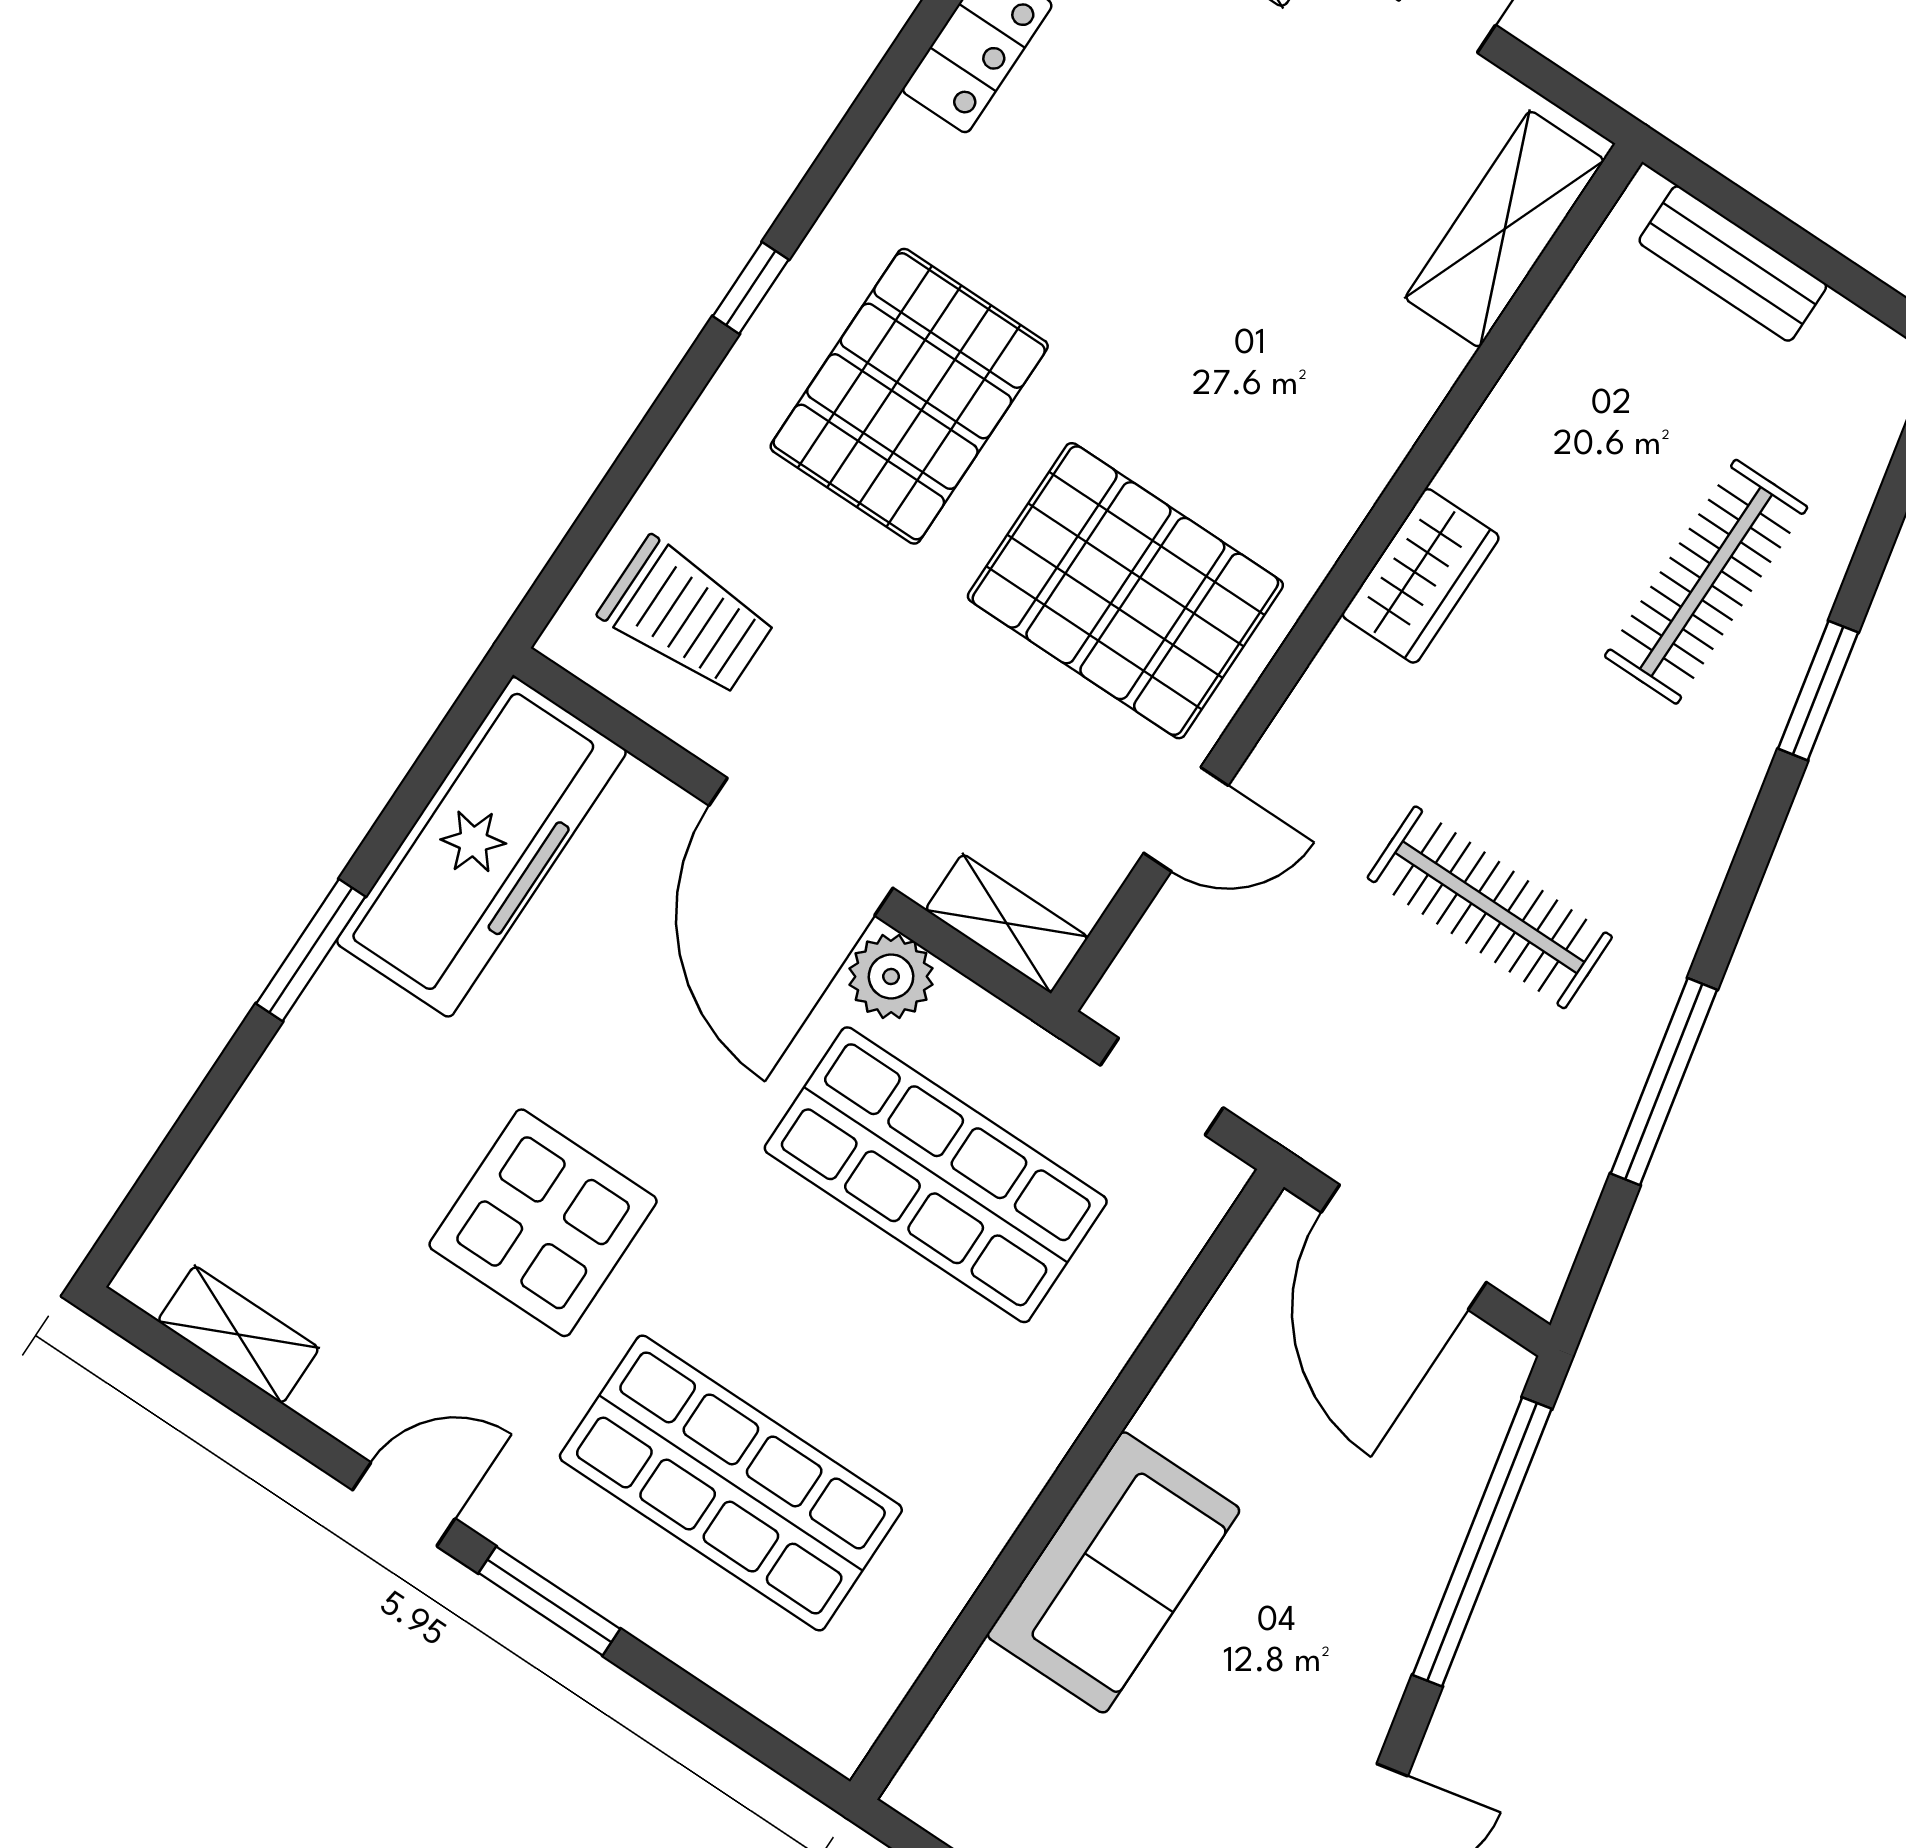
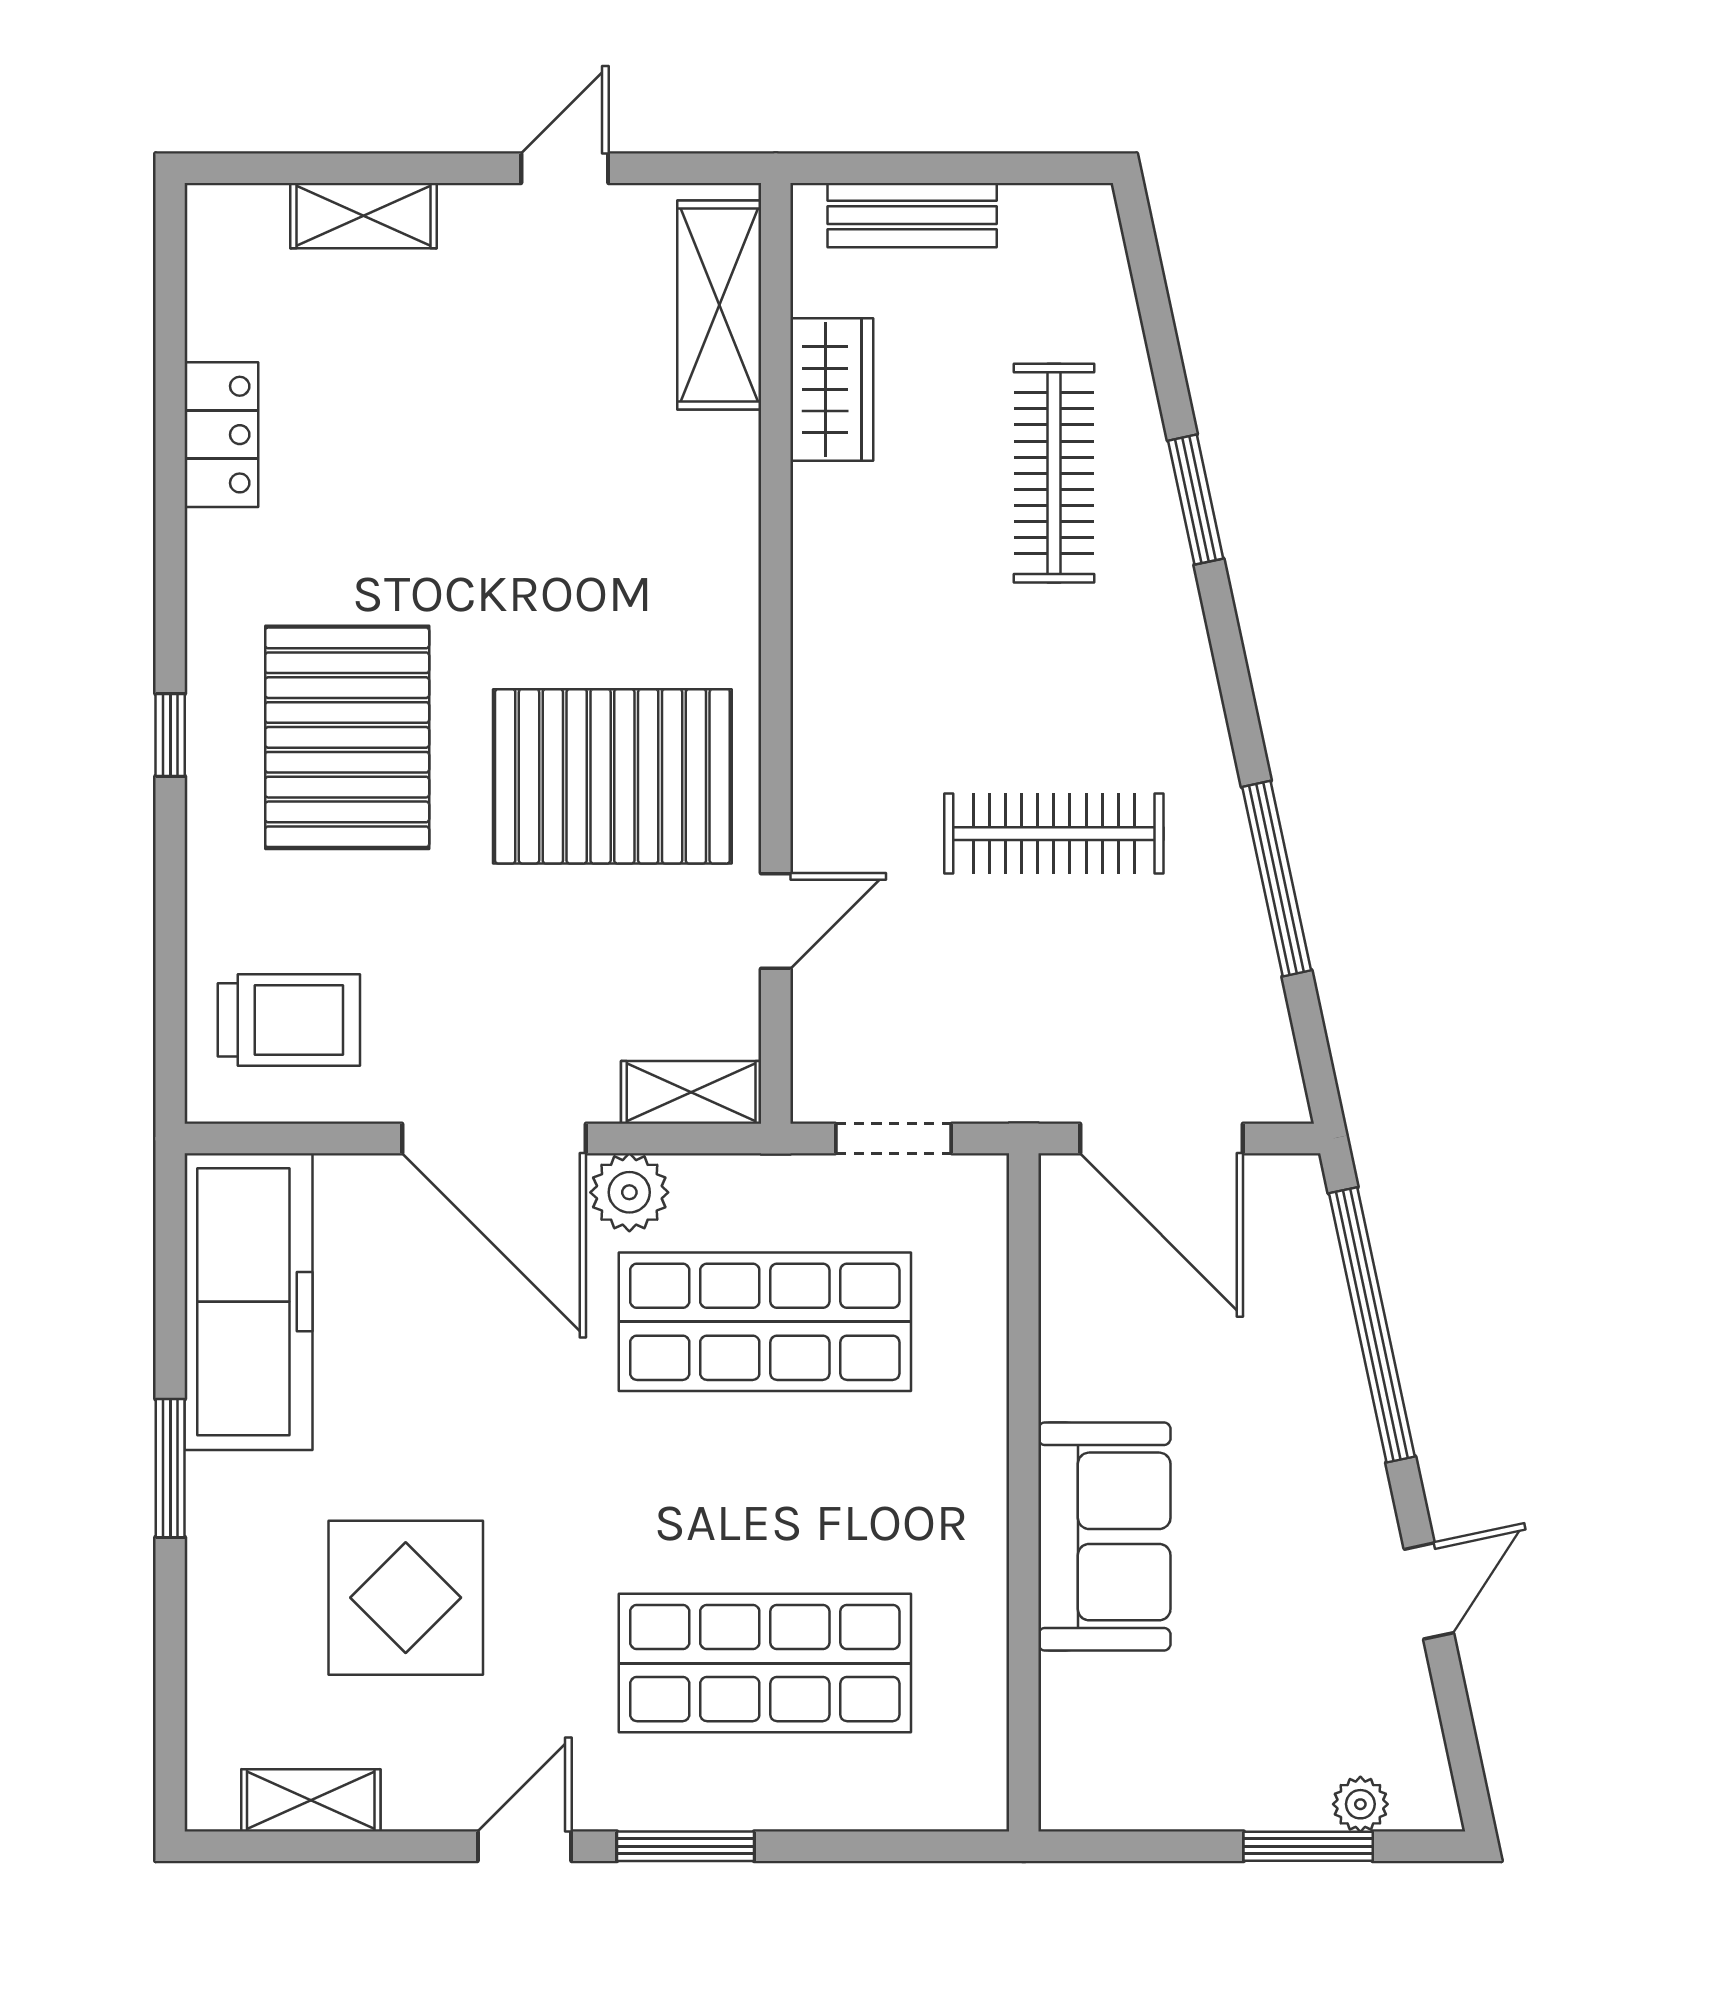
wardrobe: (1421, 576) -> (832, 390), moved
display table: (543, 1223) -> (406, 1598), moved

